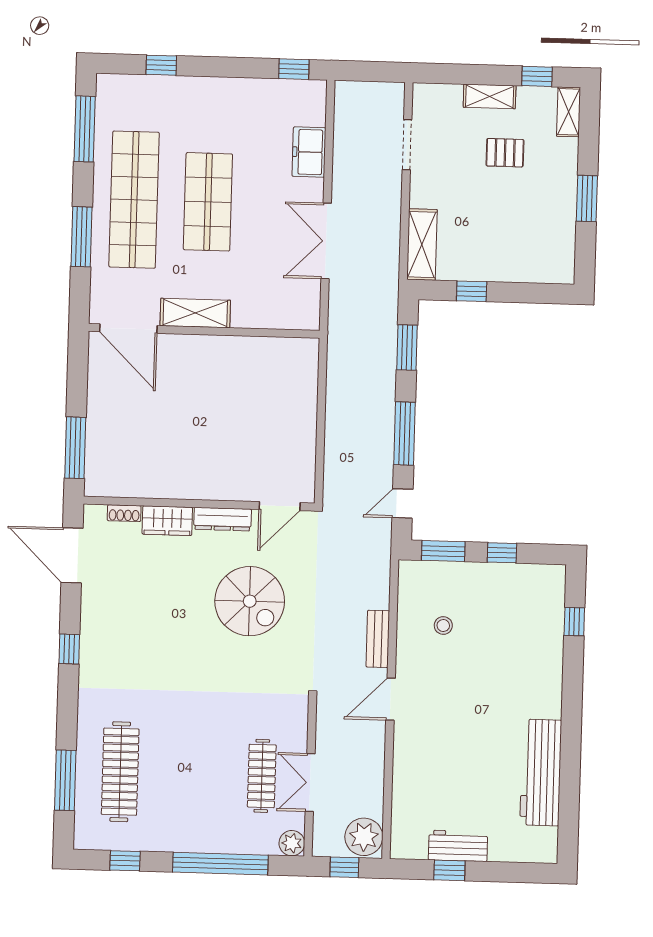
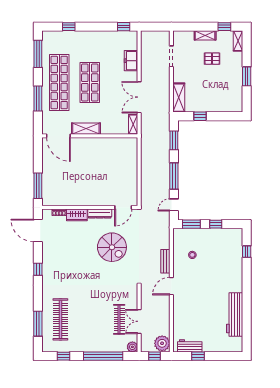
shelving: (310, 306) -> (133, 124), added
workbench: (458, 846) -> (190, 346), moved

